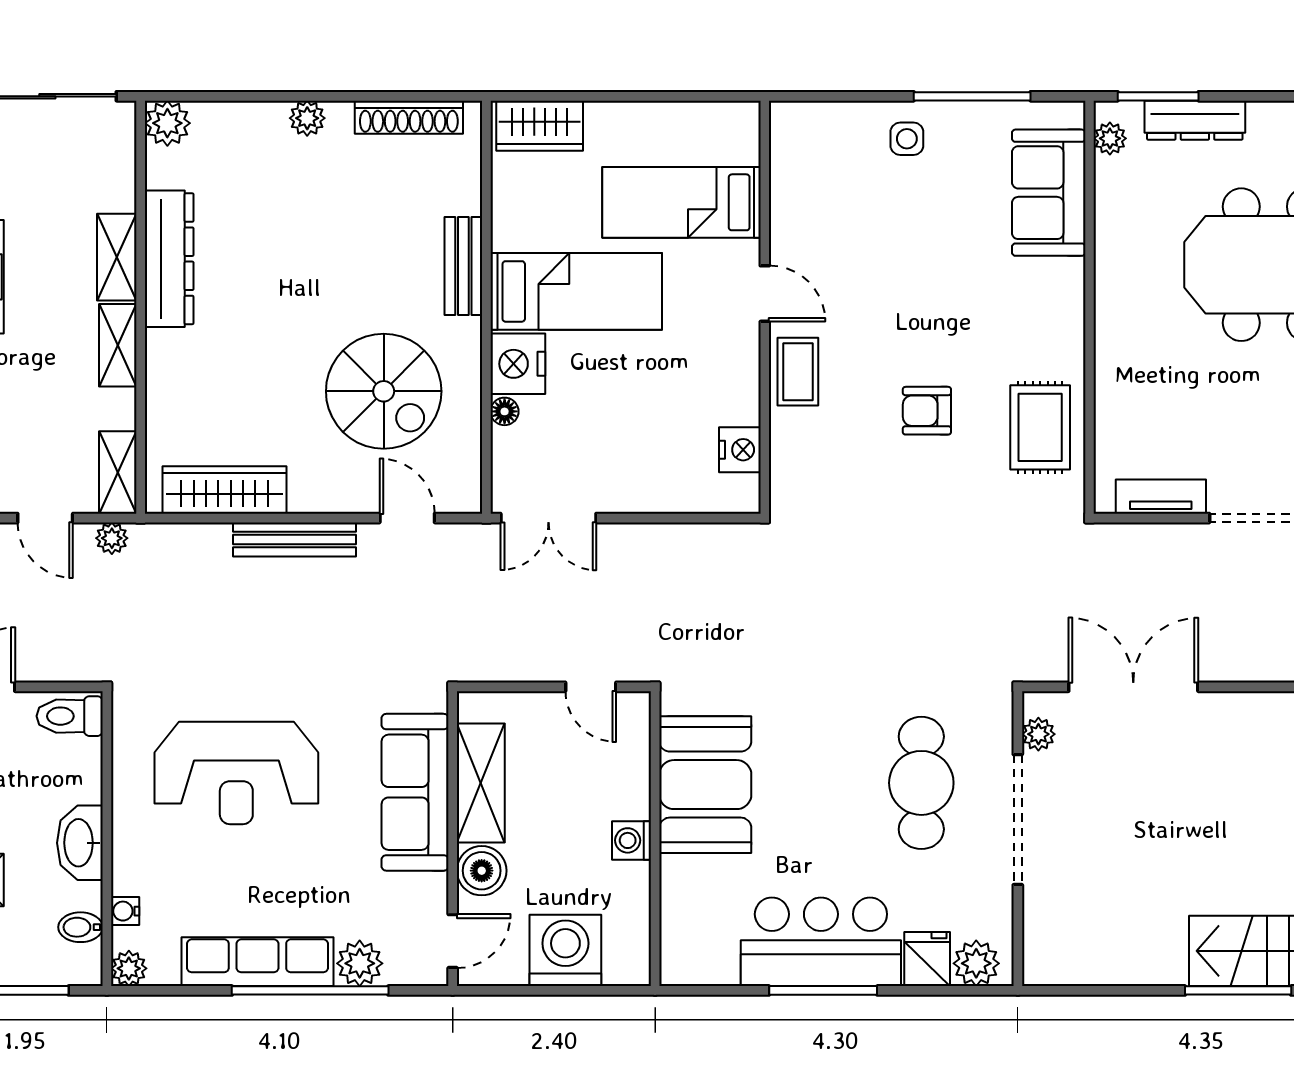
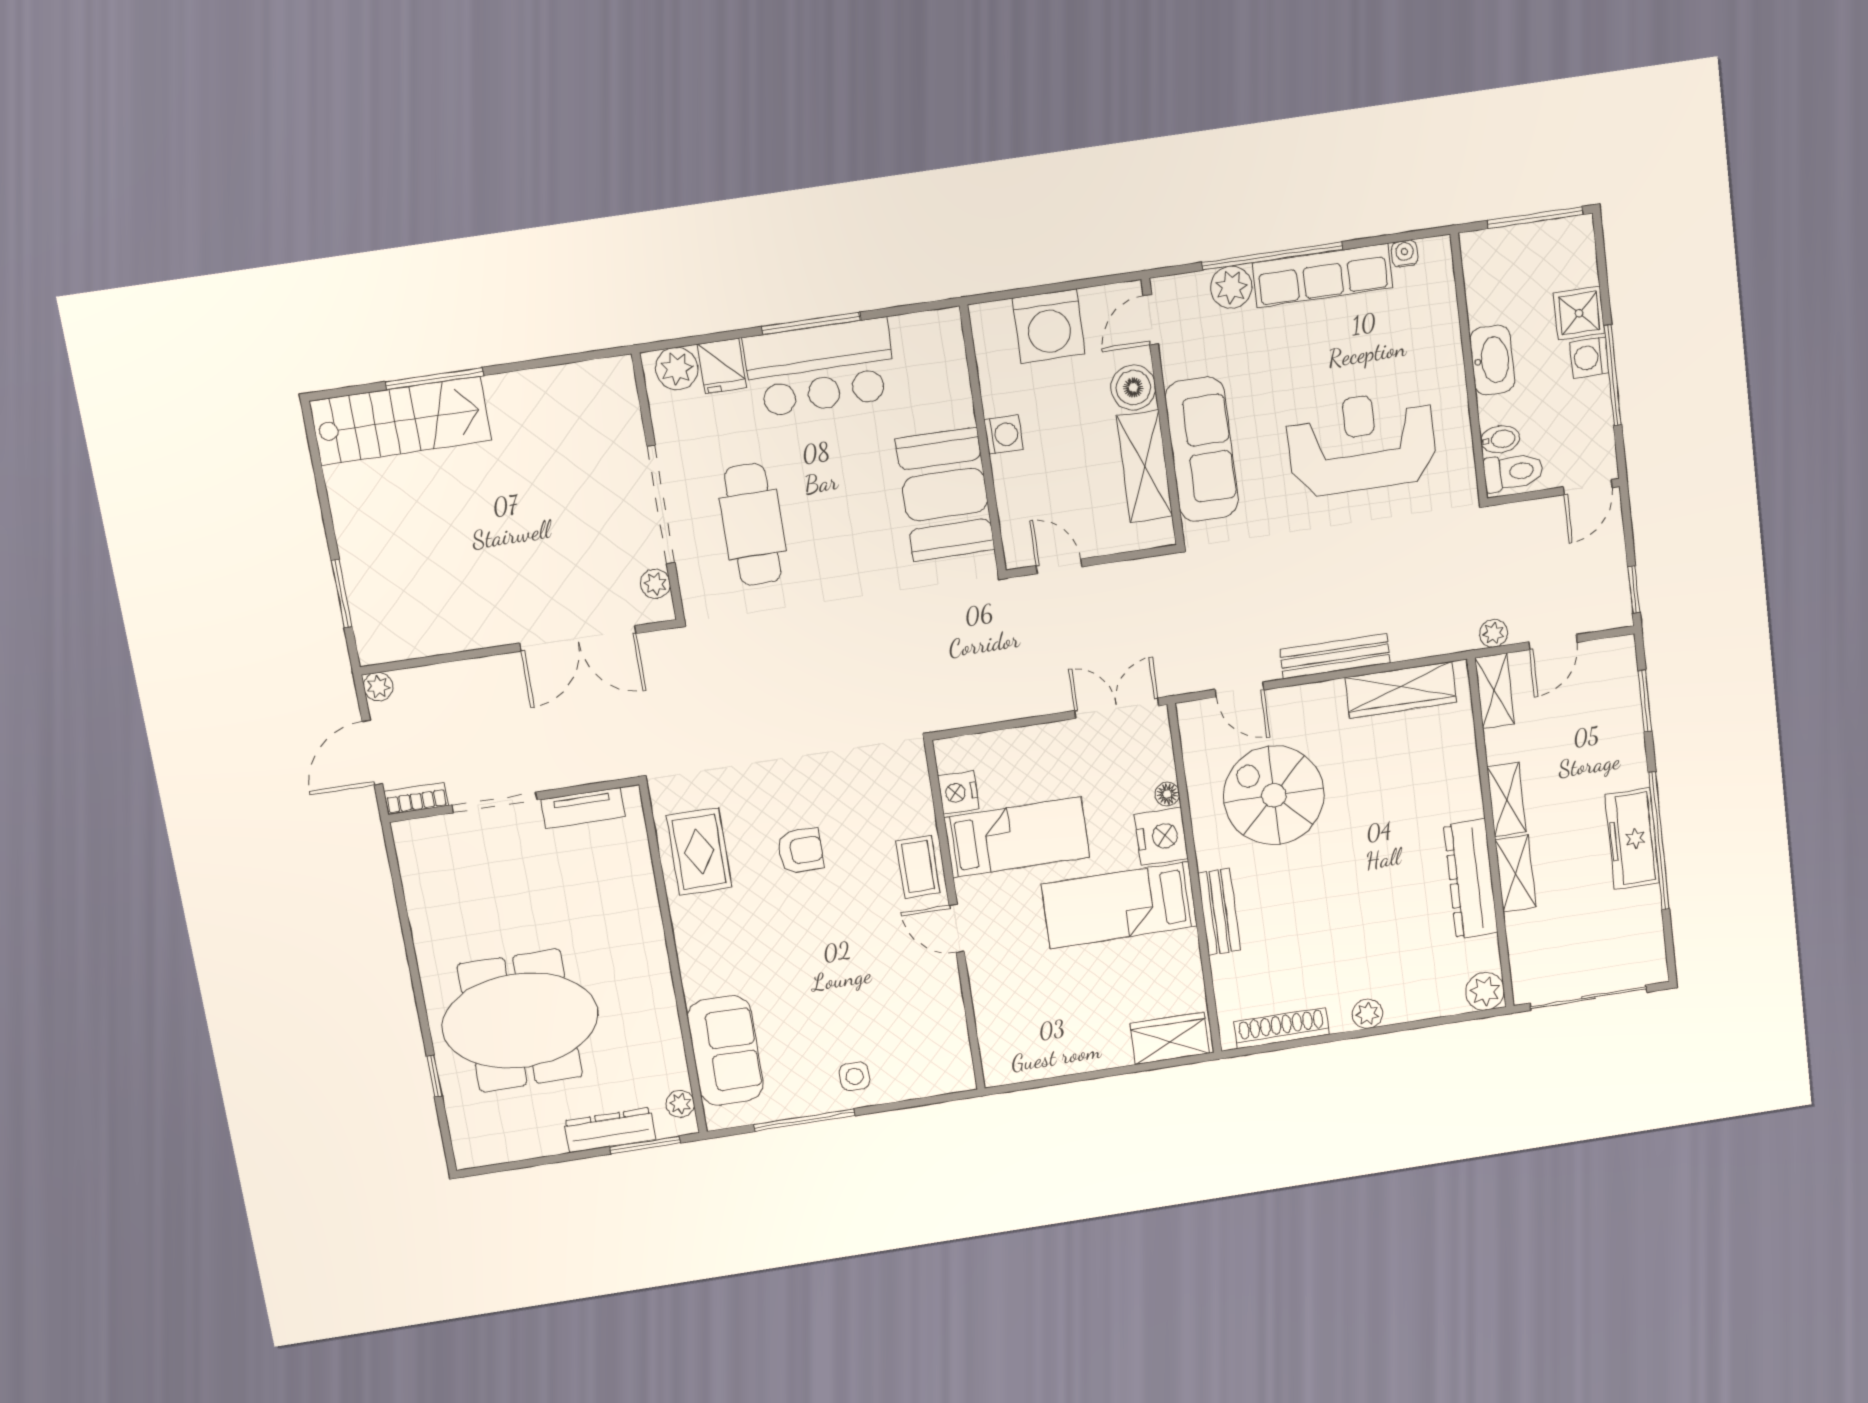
bed: (681, 202) -> (1017, 837), moved
door: (45, 518) -> (1553, 642), swing flipped
water cooler: (125, 911) -> (1405, 254), moved, turned -90
bidet: (80, 927) -> (1500, 439), moved
plant: (129, 968) -> (1436, 252), removed

